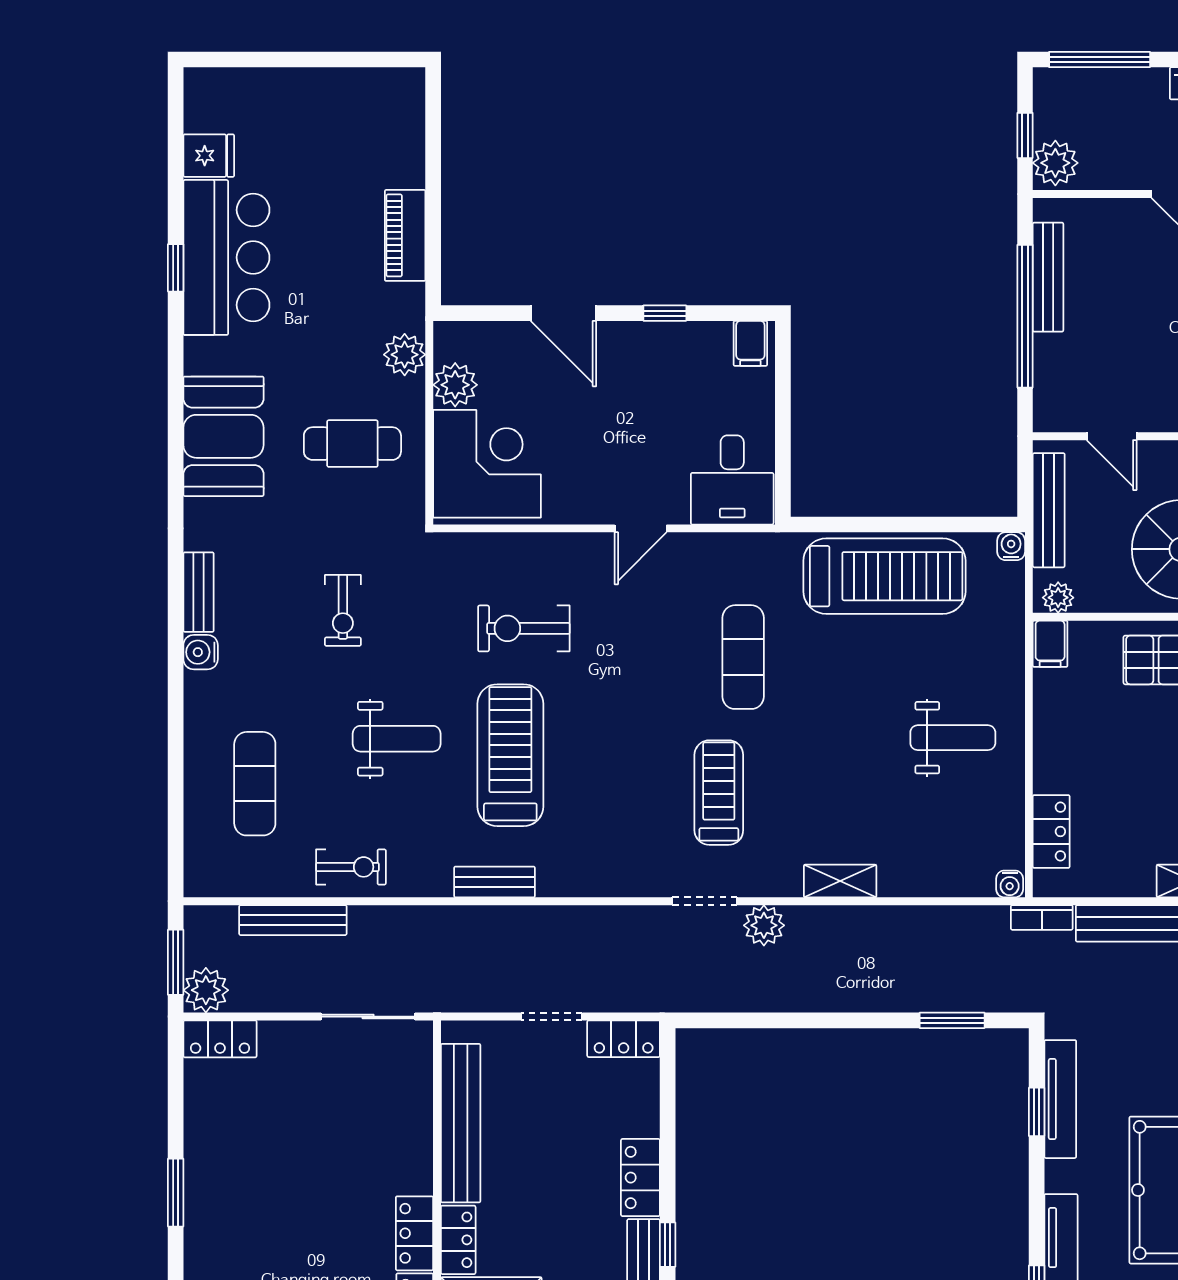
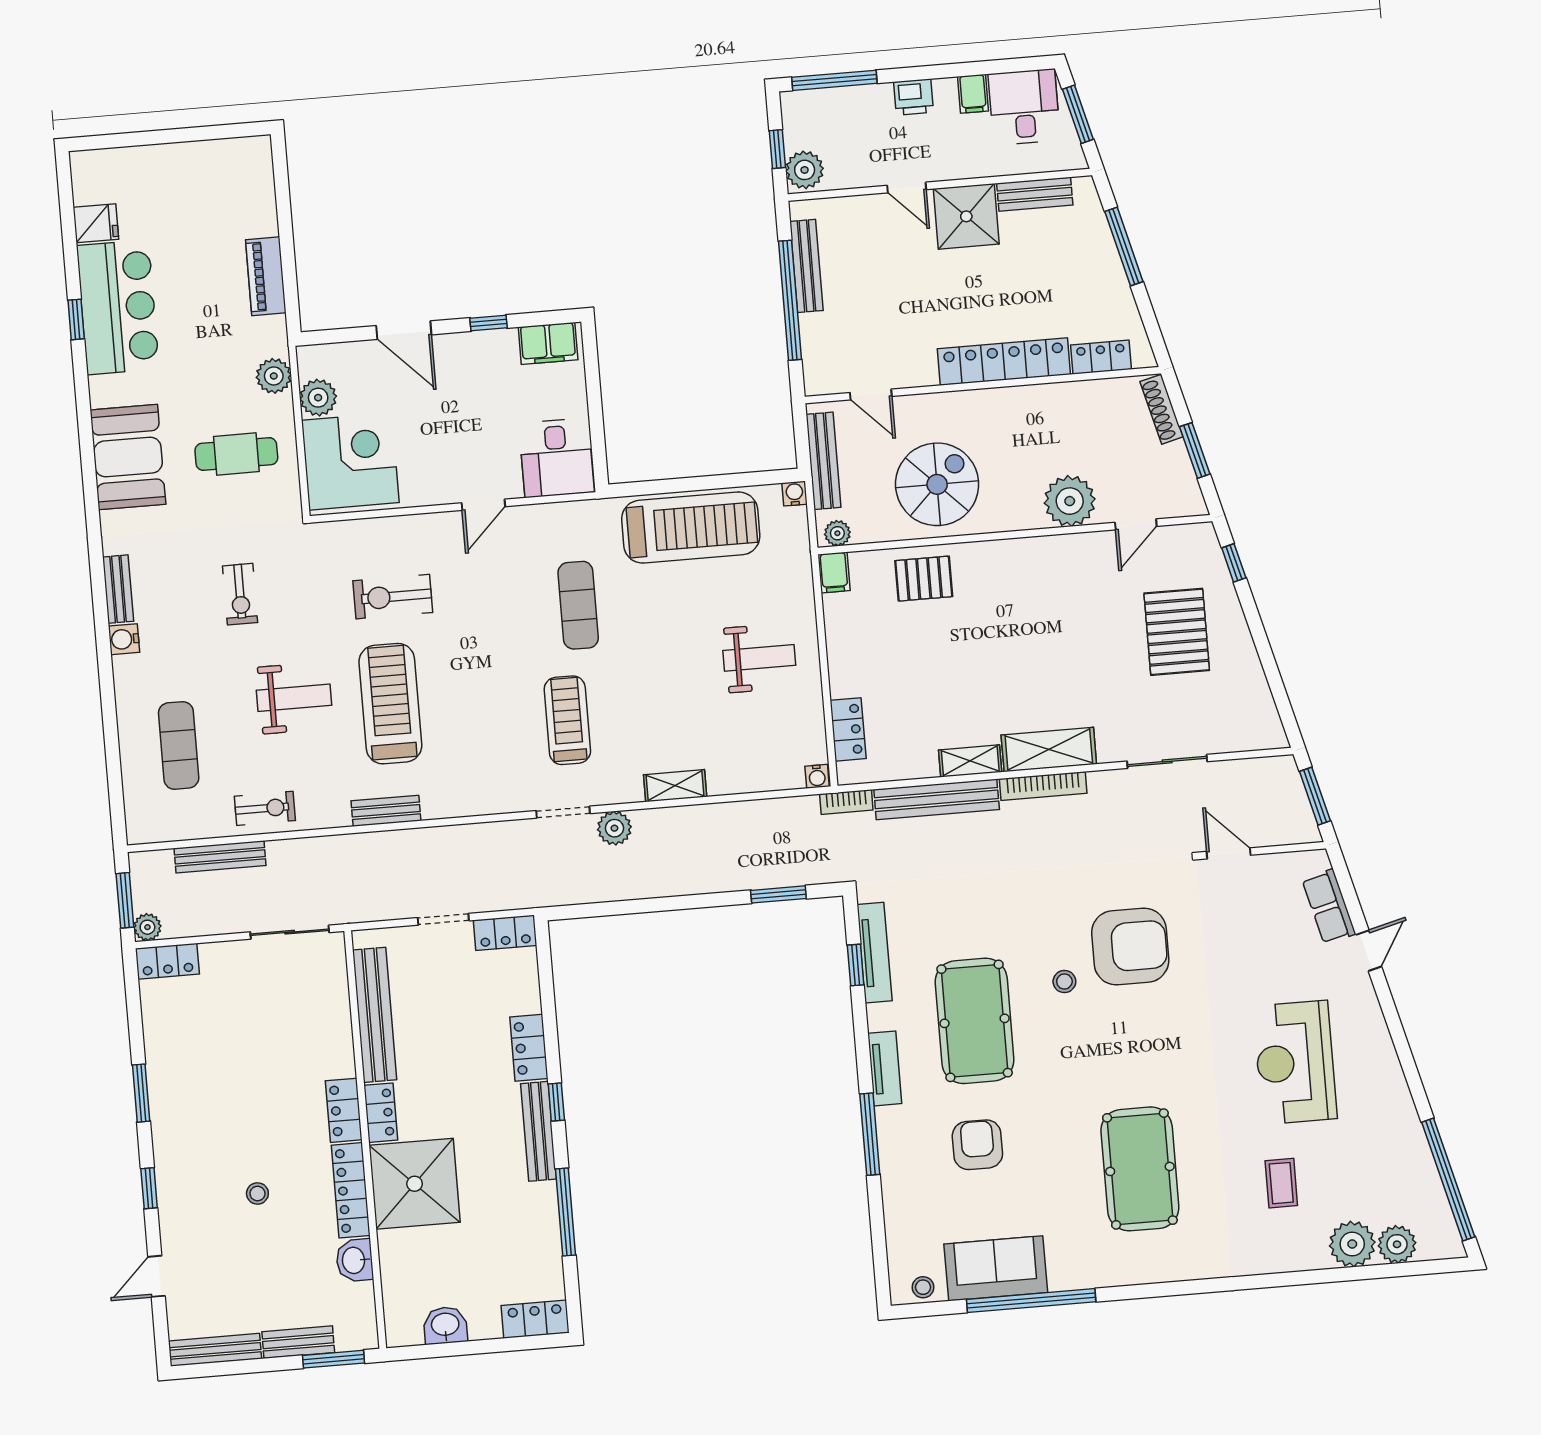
filing cabinet: (750, 343) -> (548, 343), width x2.00
plant: (206, 990) -> (147, 927), width x0.73, depth x0.73

